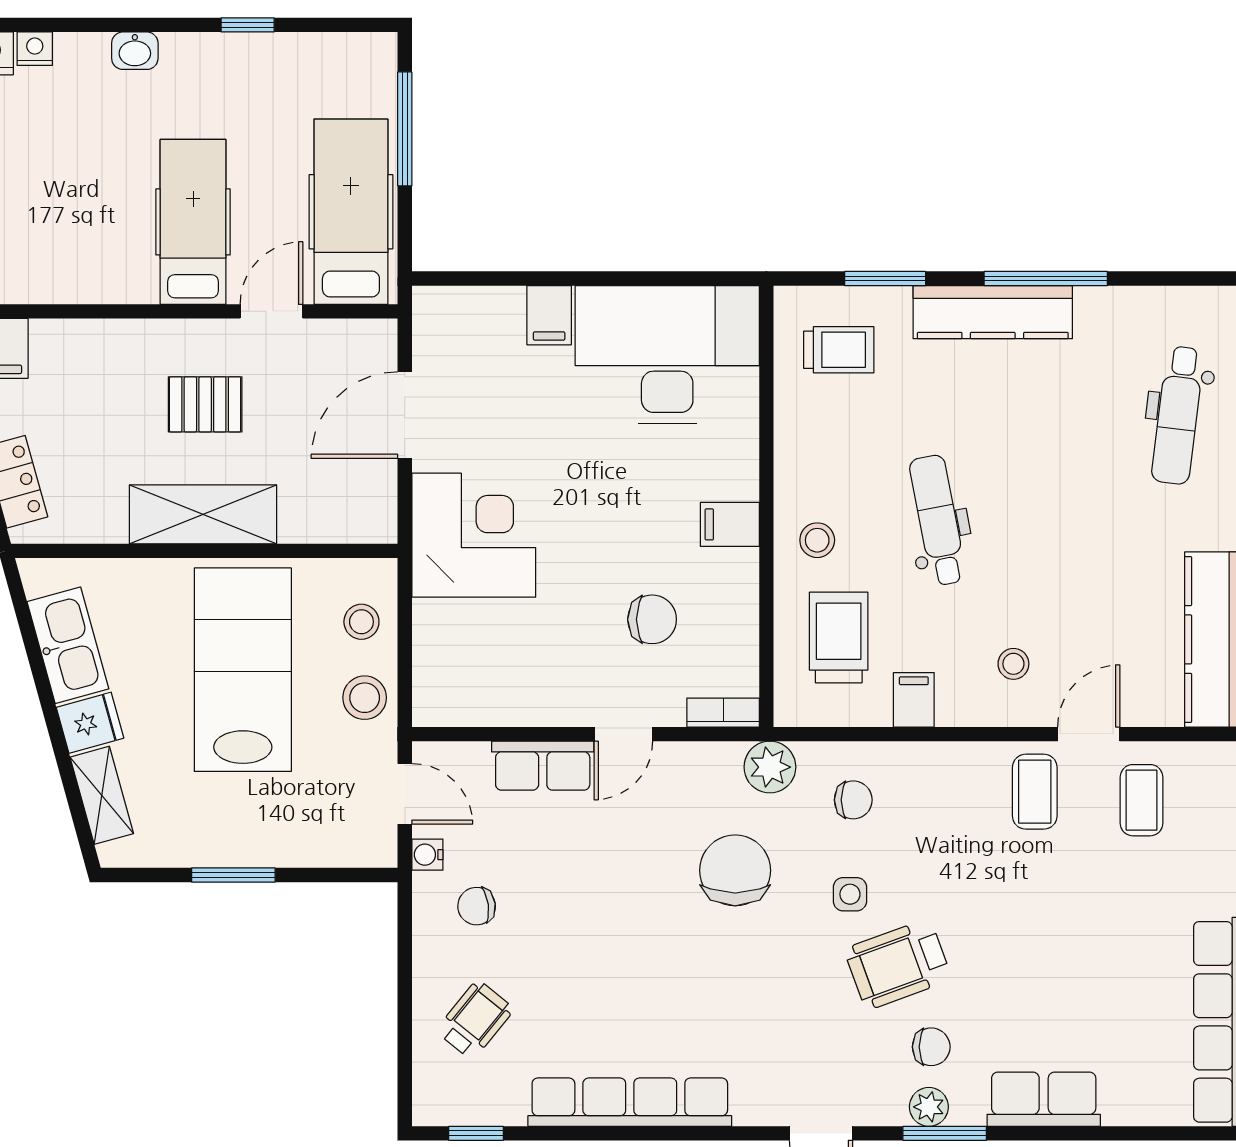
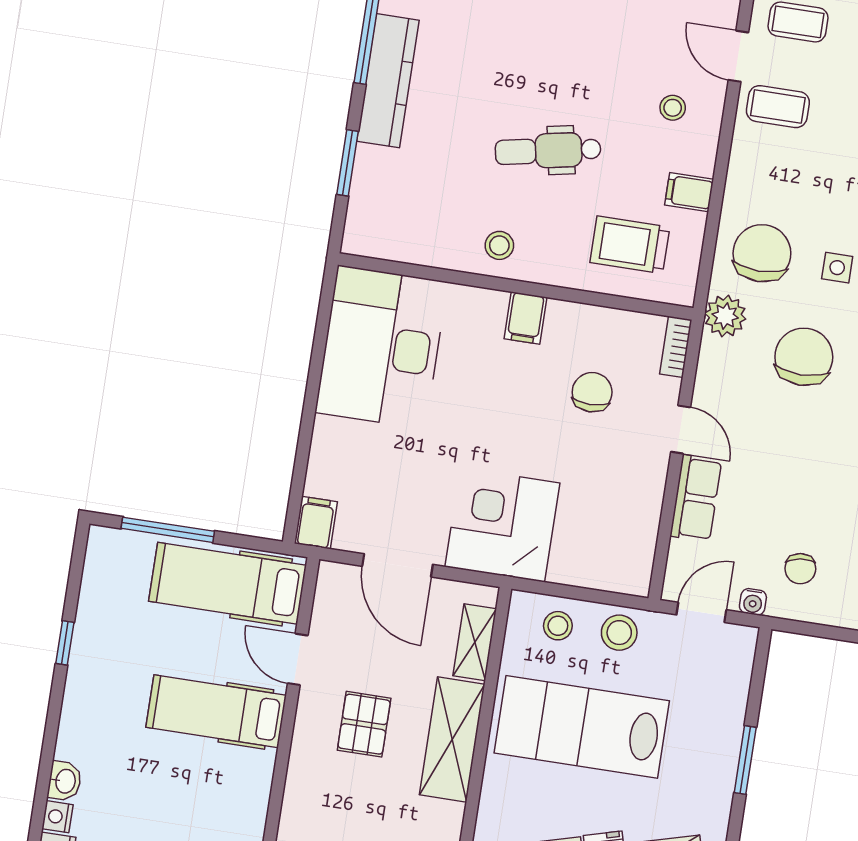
washbasin: (135, 51) -> (65, 781), moved
filing cabinet: (549, 315) -> (316, 523), moved, turned -90
trolley: (839, 350) -> (399, 209), removed
shelving: (326, 524) -> (475, 642), added
stool: (817, 540) -> (499, 245), moved
chair: (853, 800) -> (762, 253), width x1.87, depth x1.87
chair: (735, 870) -> (804, 357), turned 90

